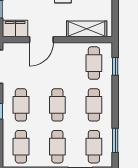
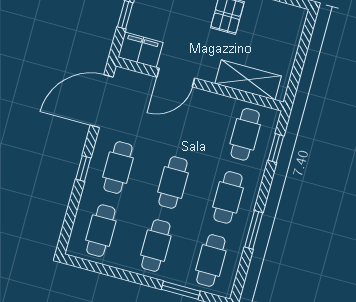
window: (115, 140) -> (254, 230), moved

